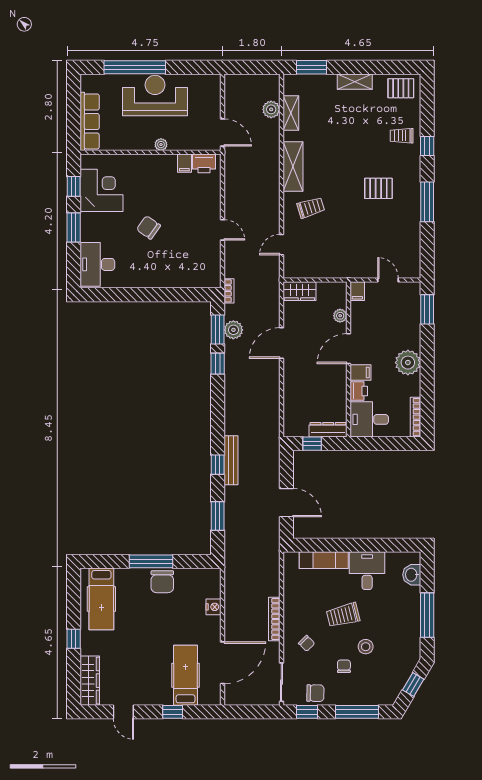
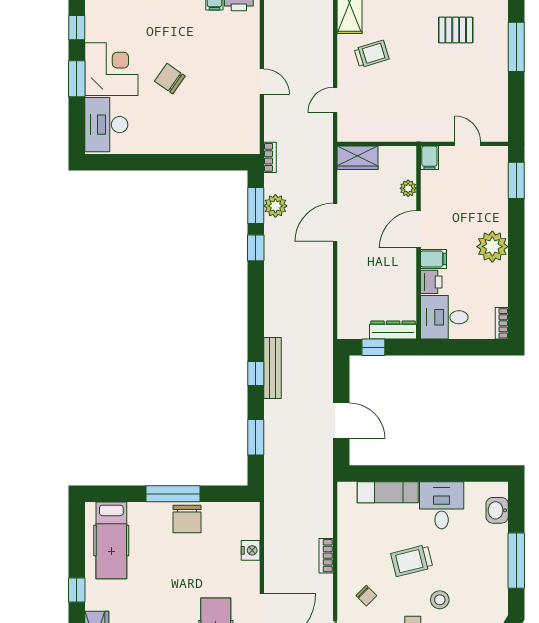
corner desk: (102, 190) -> (111, 69), moved
bookcase: (415, 417) -> (502, 323), width x0.64
bookcase: (274, 619) -> (326, 556), width x0.64

